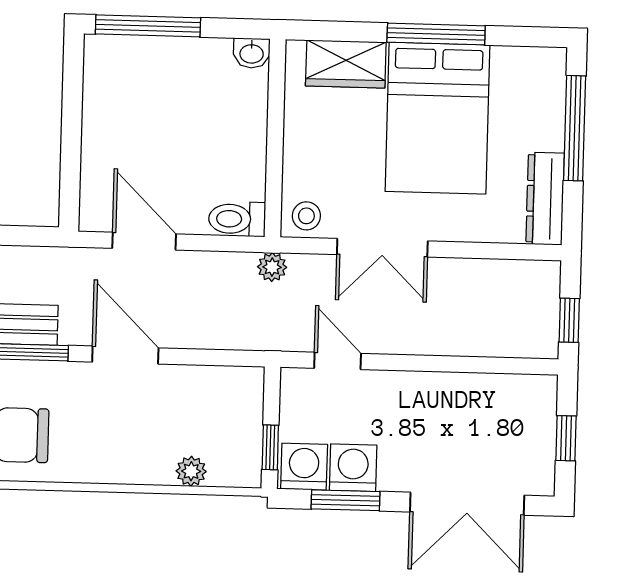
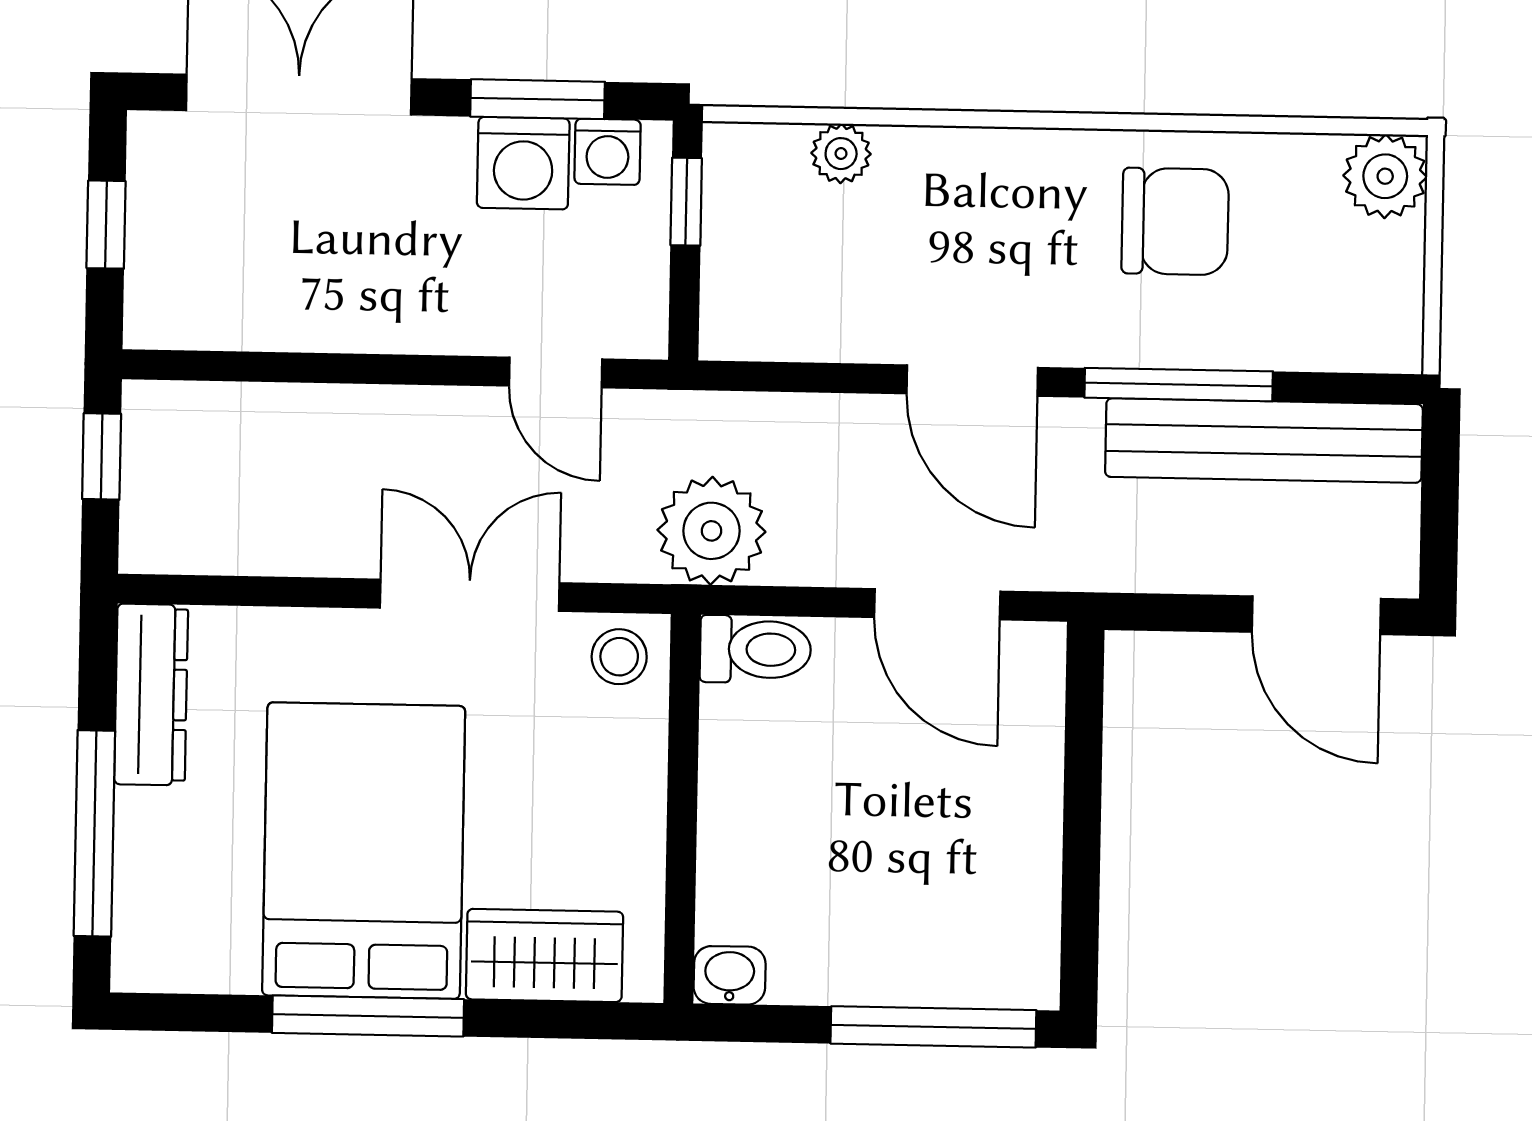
plant: (272, 267) -> (711, 531), width x1.87, depth x1.87
washing machine: (304, 467) -> (608, 152), width x0.73, depth x0.73

